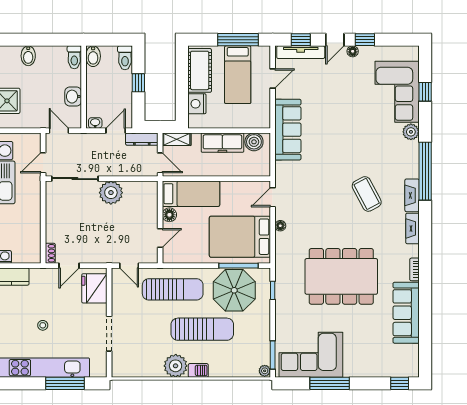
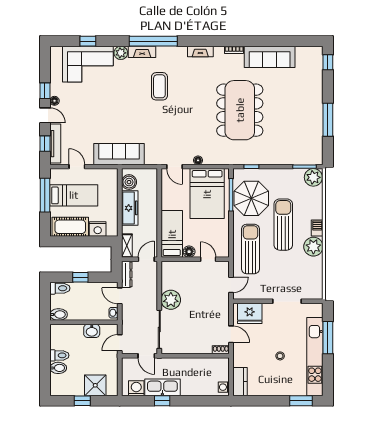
toilet: (74, 57) -> (59, 355), moved
coffee table: (367, 194) -> (159, 86), moved, turned -62
fireplace: (412, 195) -> (142, 52), moved
corner sofa: (311, 355) -> (304, 135), removed
plant: (265, 371) -> (313, 177), width x1.88, depth x1.88

